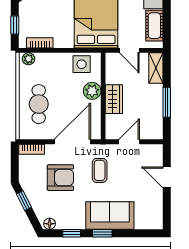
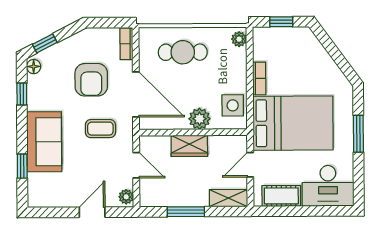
bookcase: (40, 43) -> (259, 78), moved
plant: (154, 150) -> (126, 197), added
window: (24, 201) -> (45, 43), moved
window: (102, 233) -> (22, 166), moved

